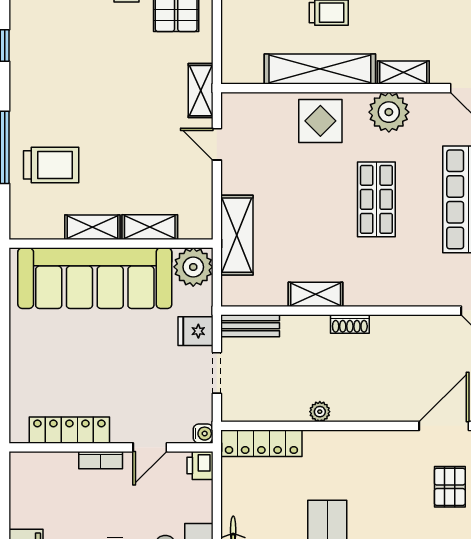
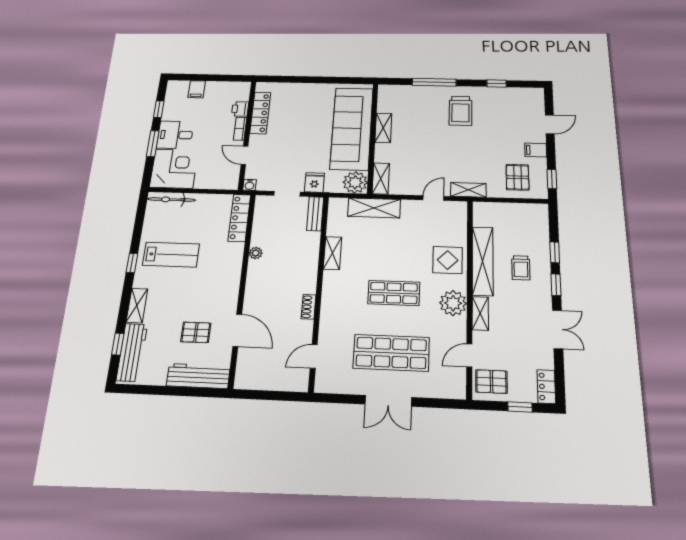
trolley: (51, 165) -> (460, 111), moved
shelving: (150, 227) -> (381, 179), moved
shoe rack: (350, 324) -> (309, 307), moved
printer: (200, 465) -> (240, 109), moved, turned -90

